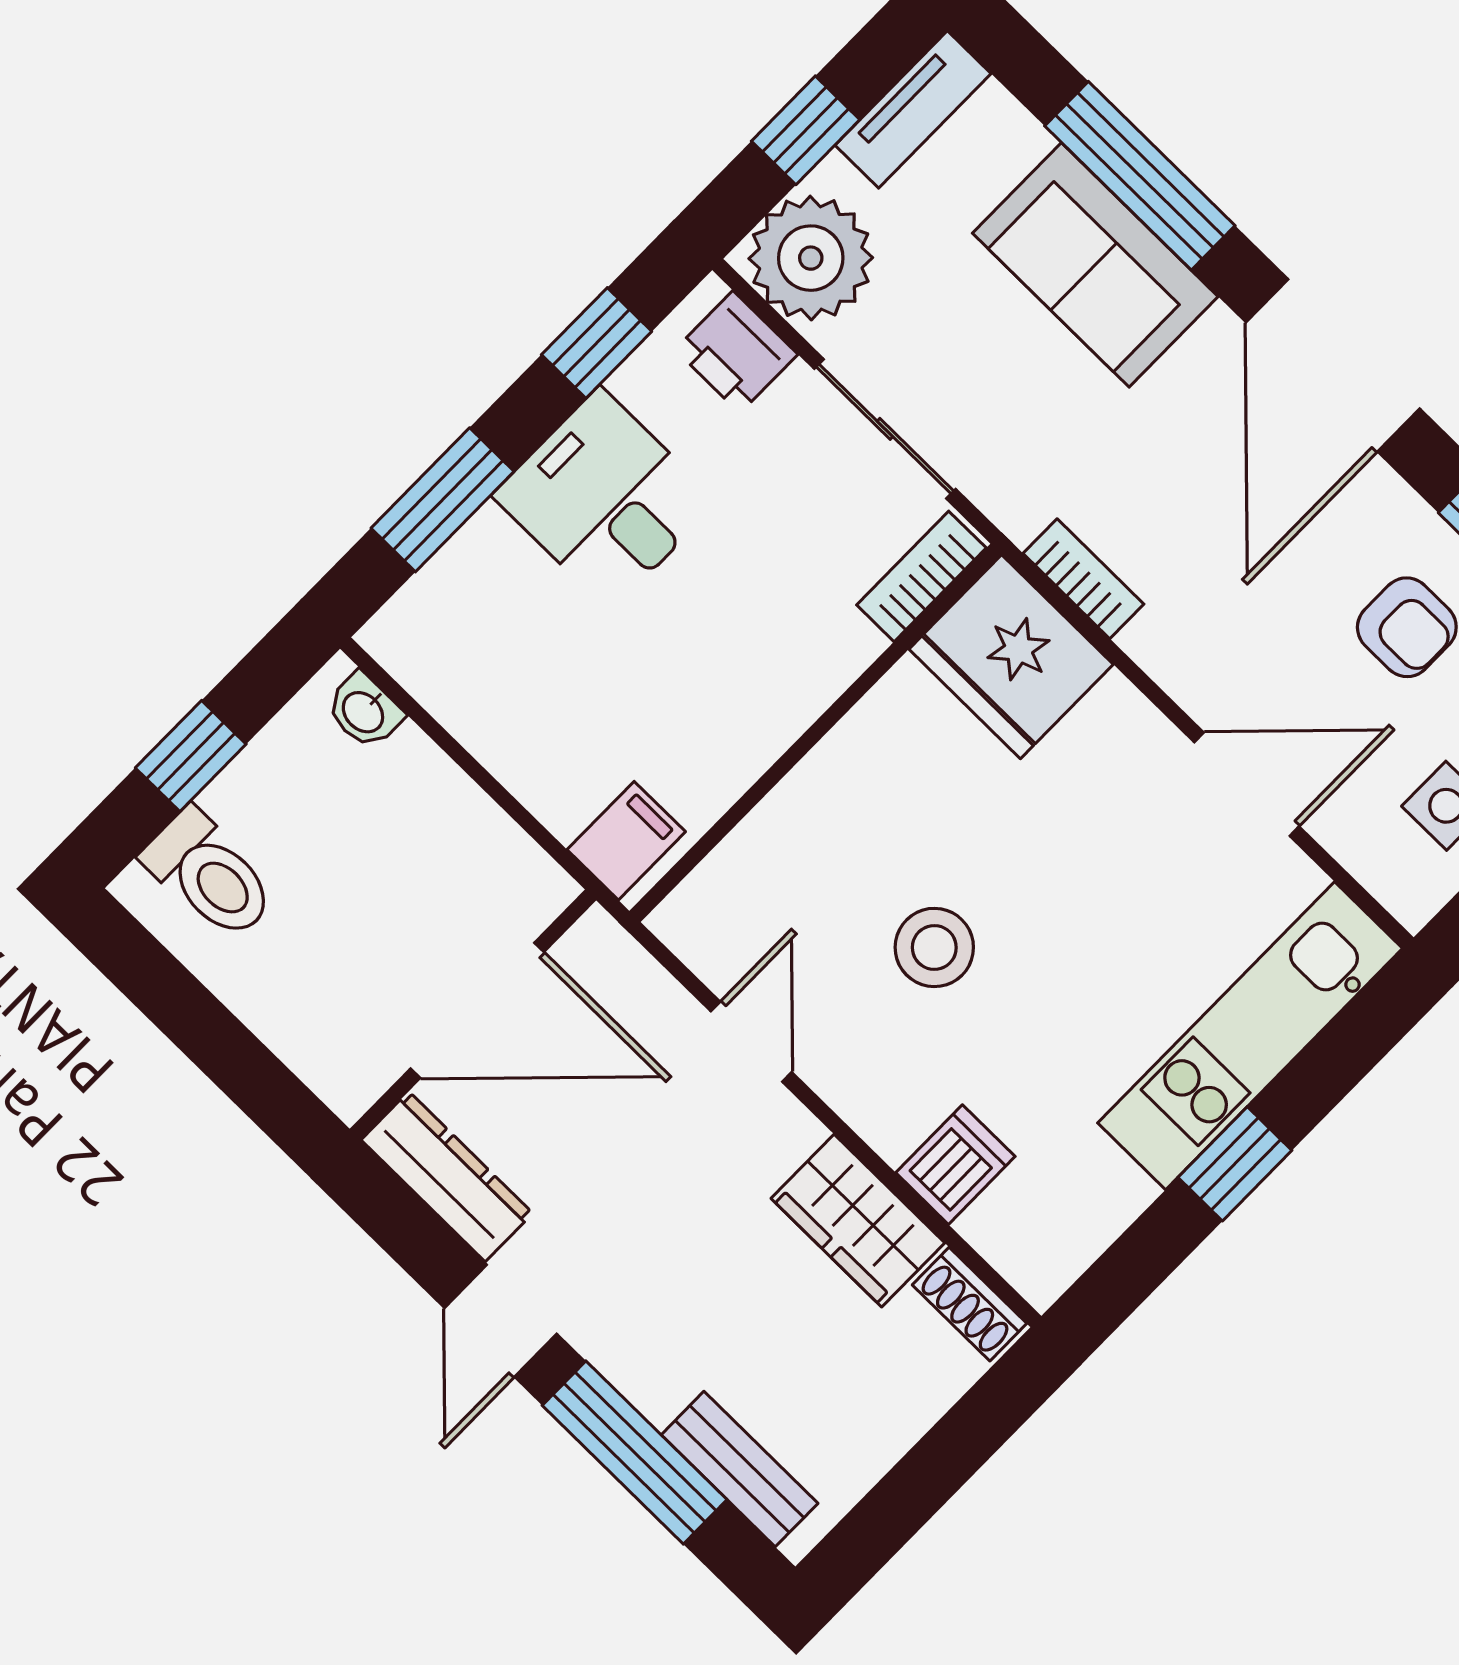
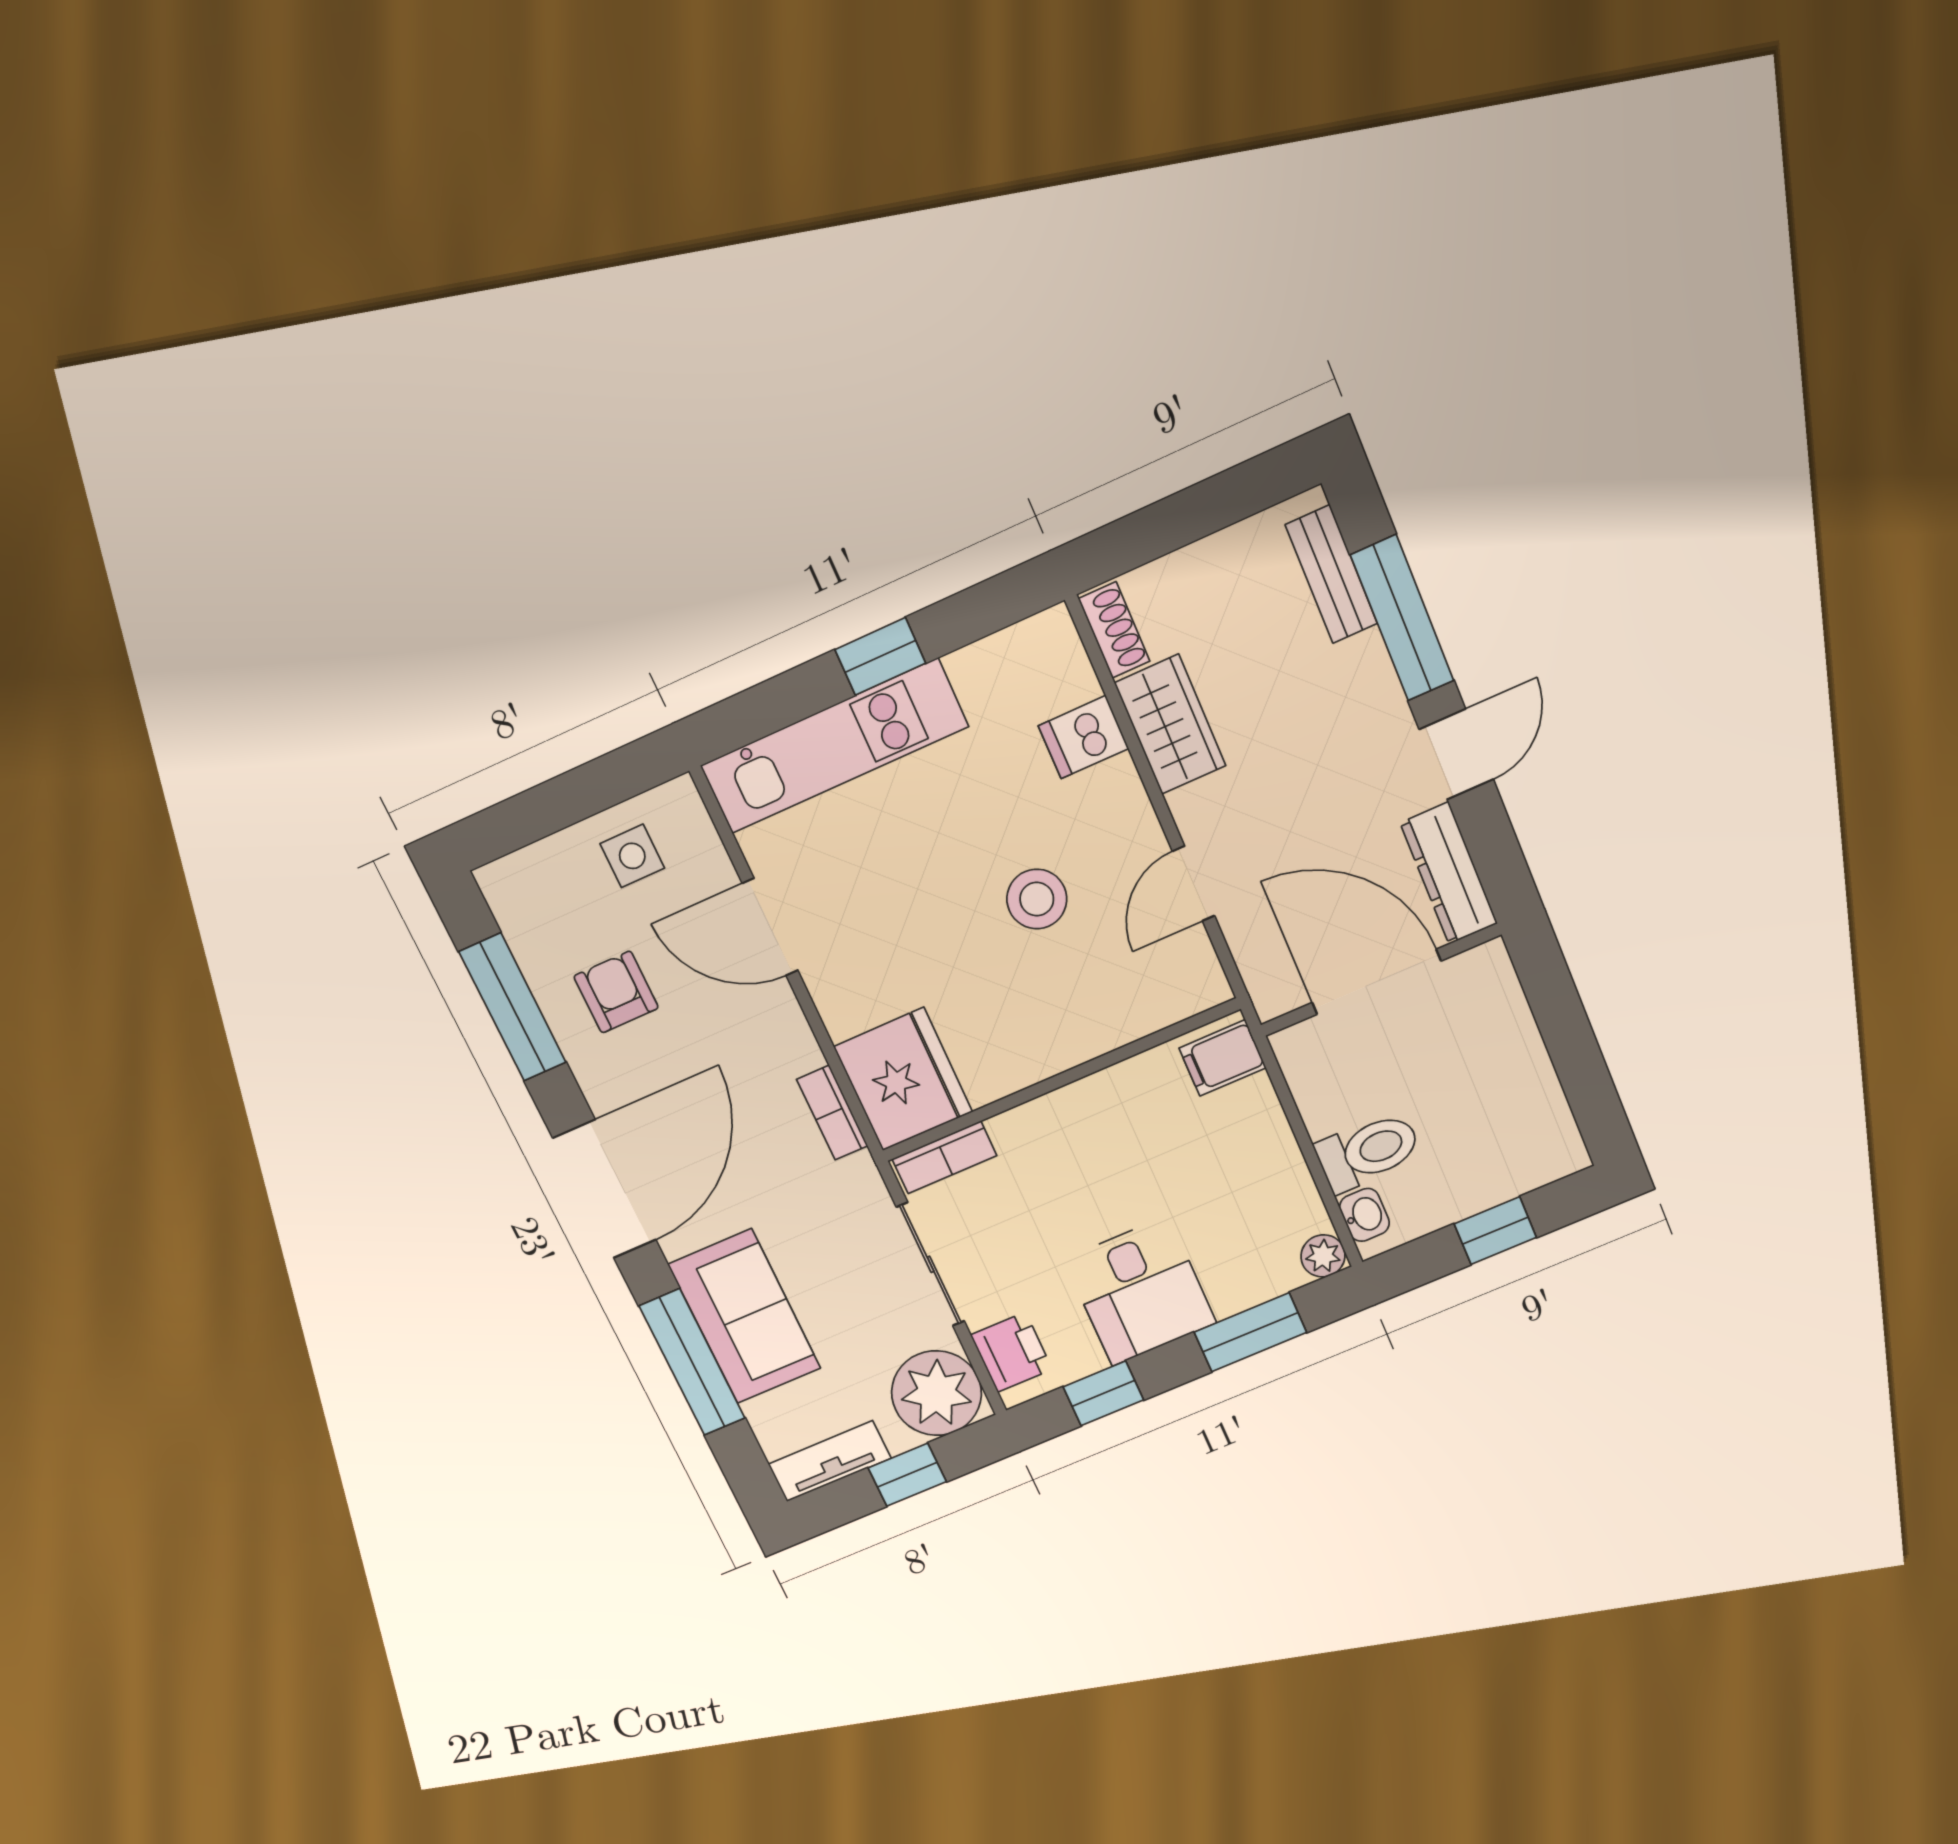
plant: (393, 637) -> (1323, 1256), added
toilet: (210, 875) -> (1368, 1152), moved, turned 90

